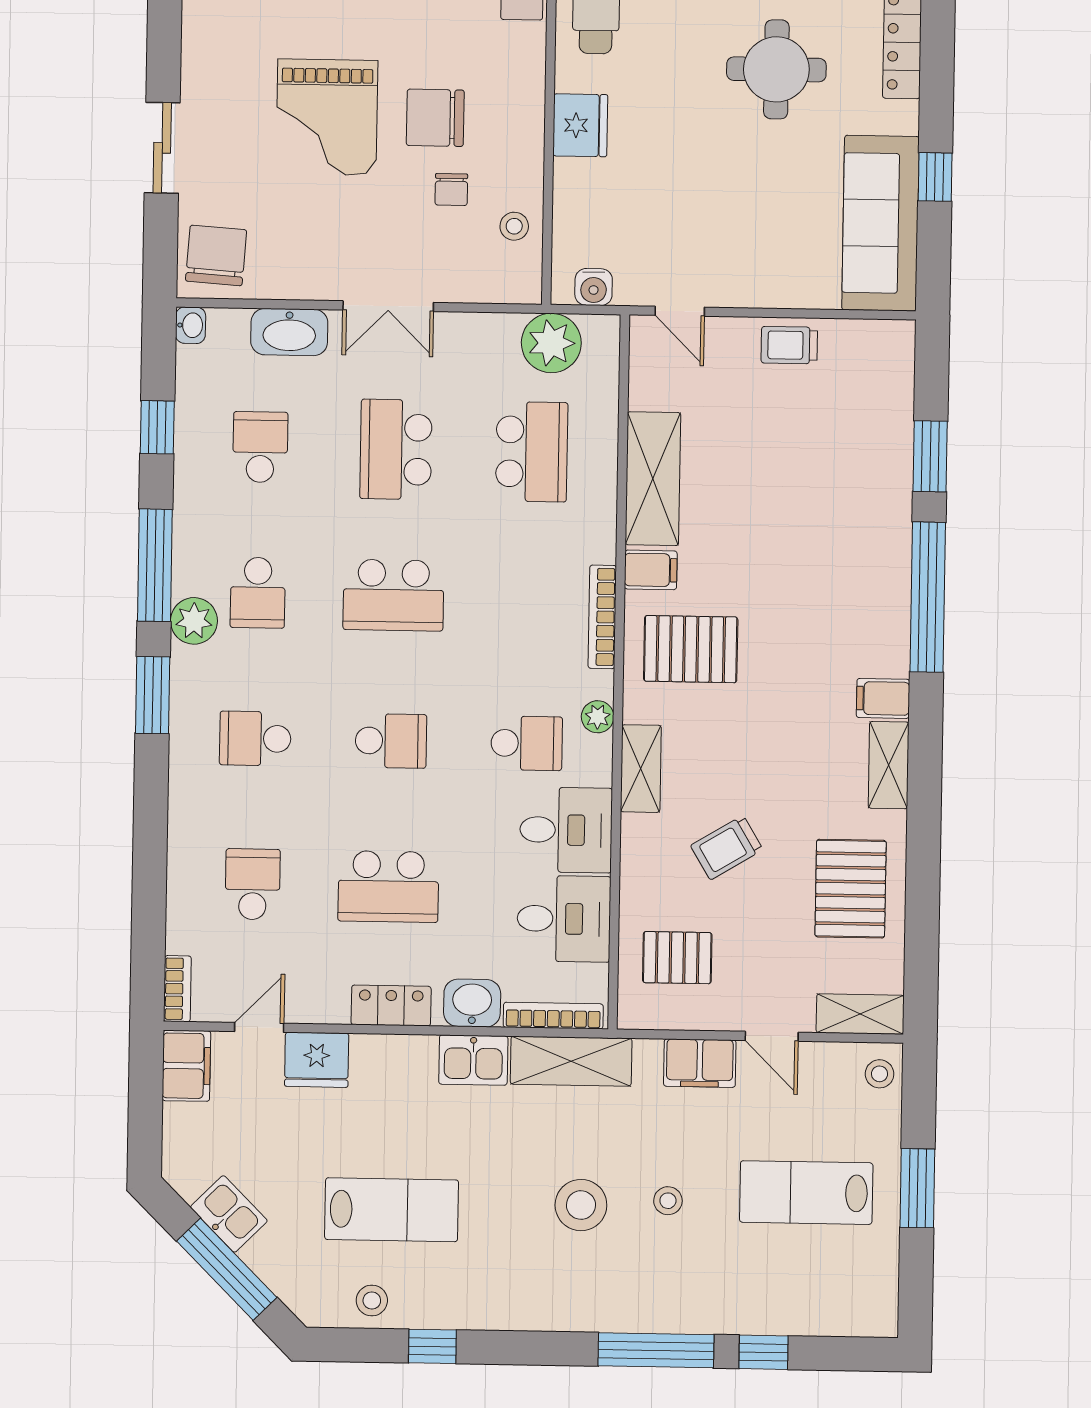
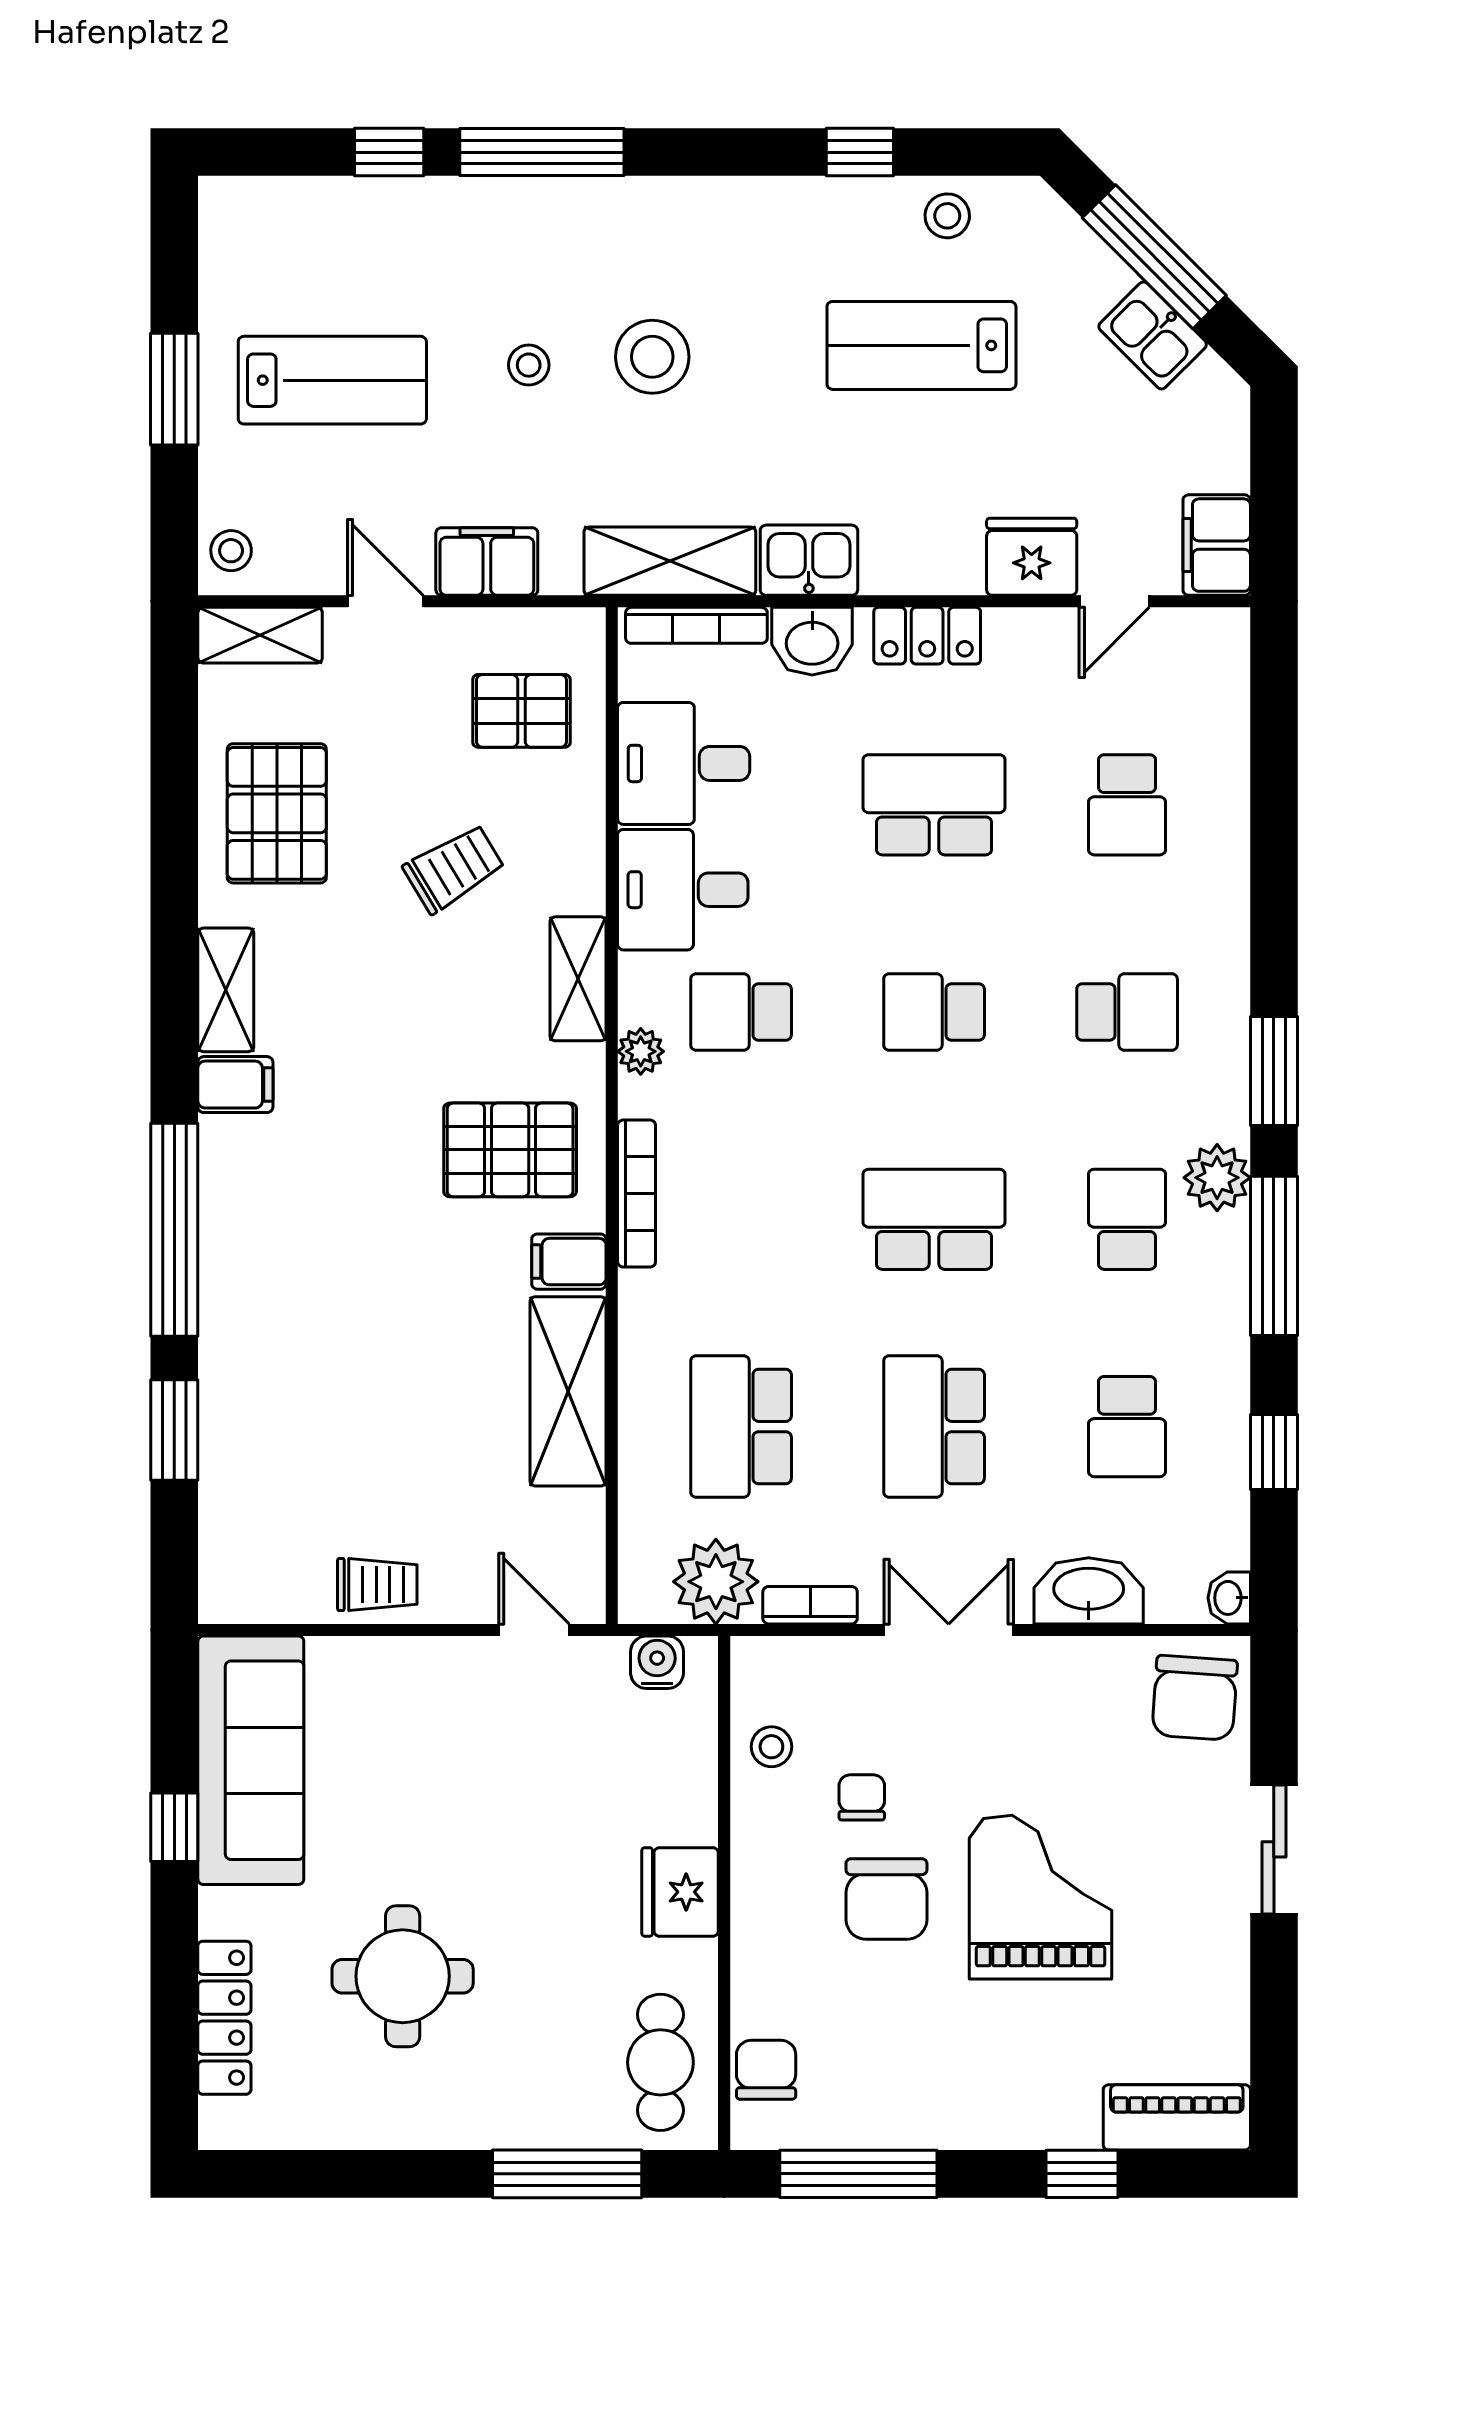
chair: (435, 118) -> (886, 1899), turned 90
school desk: (396, 449) -> (934, 1427), turned 180
bookcase: (177, 989) -> (810, 1605), moved, turned 90

